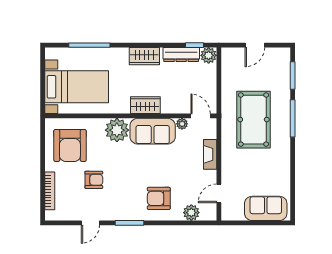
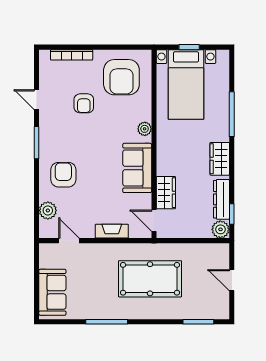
window: (89, 45) -> (232, 114), moved
window: (43, 84) -> (189, 47), added
wardrobe: (145, 105) -> (166, 193), moved
door: (201, 116) -> (154, 221), swing flipped
window: (293, 118) -> (107, 322), moved
plant: (182, 124) -> (145, 200), removed
plant: (117, 130) -> (145, 129), width x0.53, depth x0.53
armchair: (70, 146) -> (121, 77), turned -90

